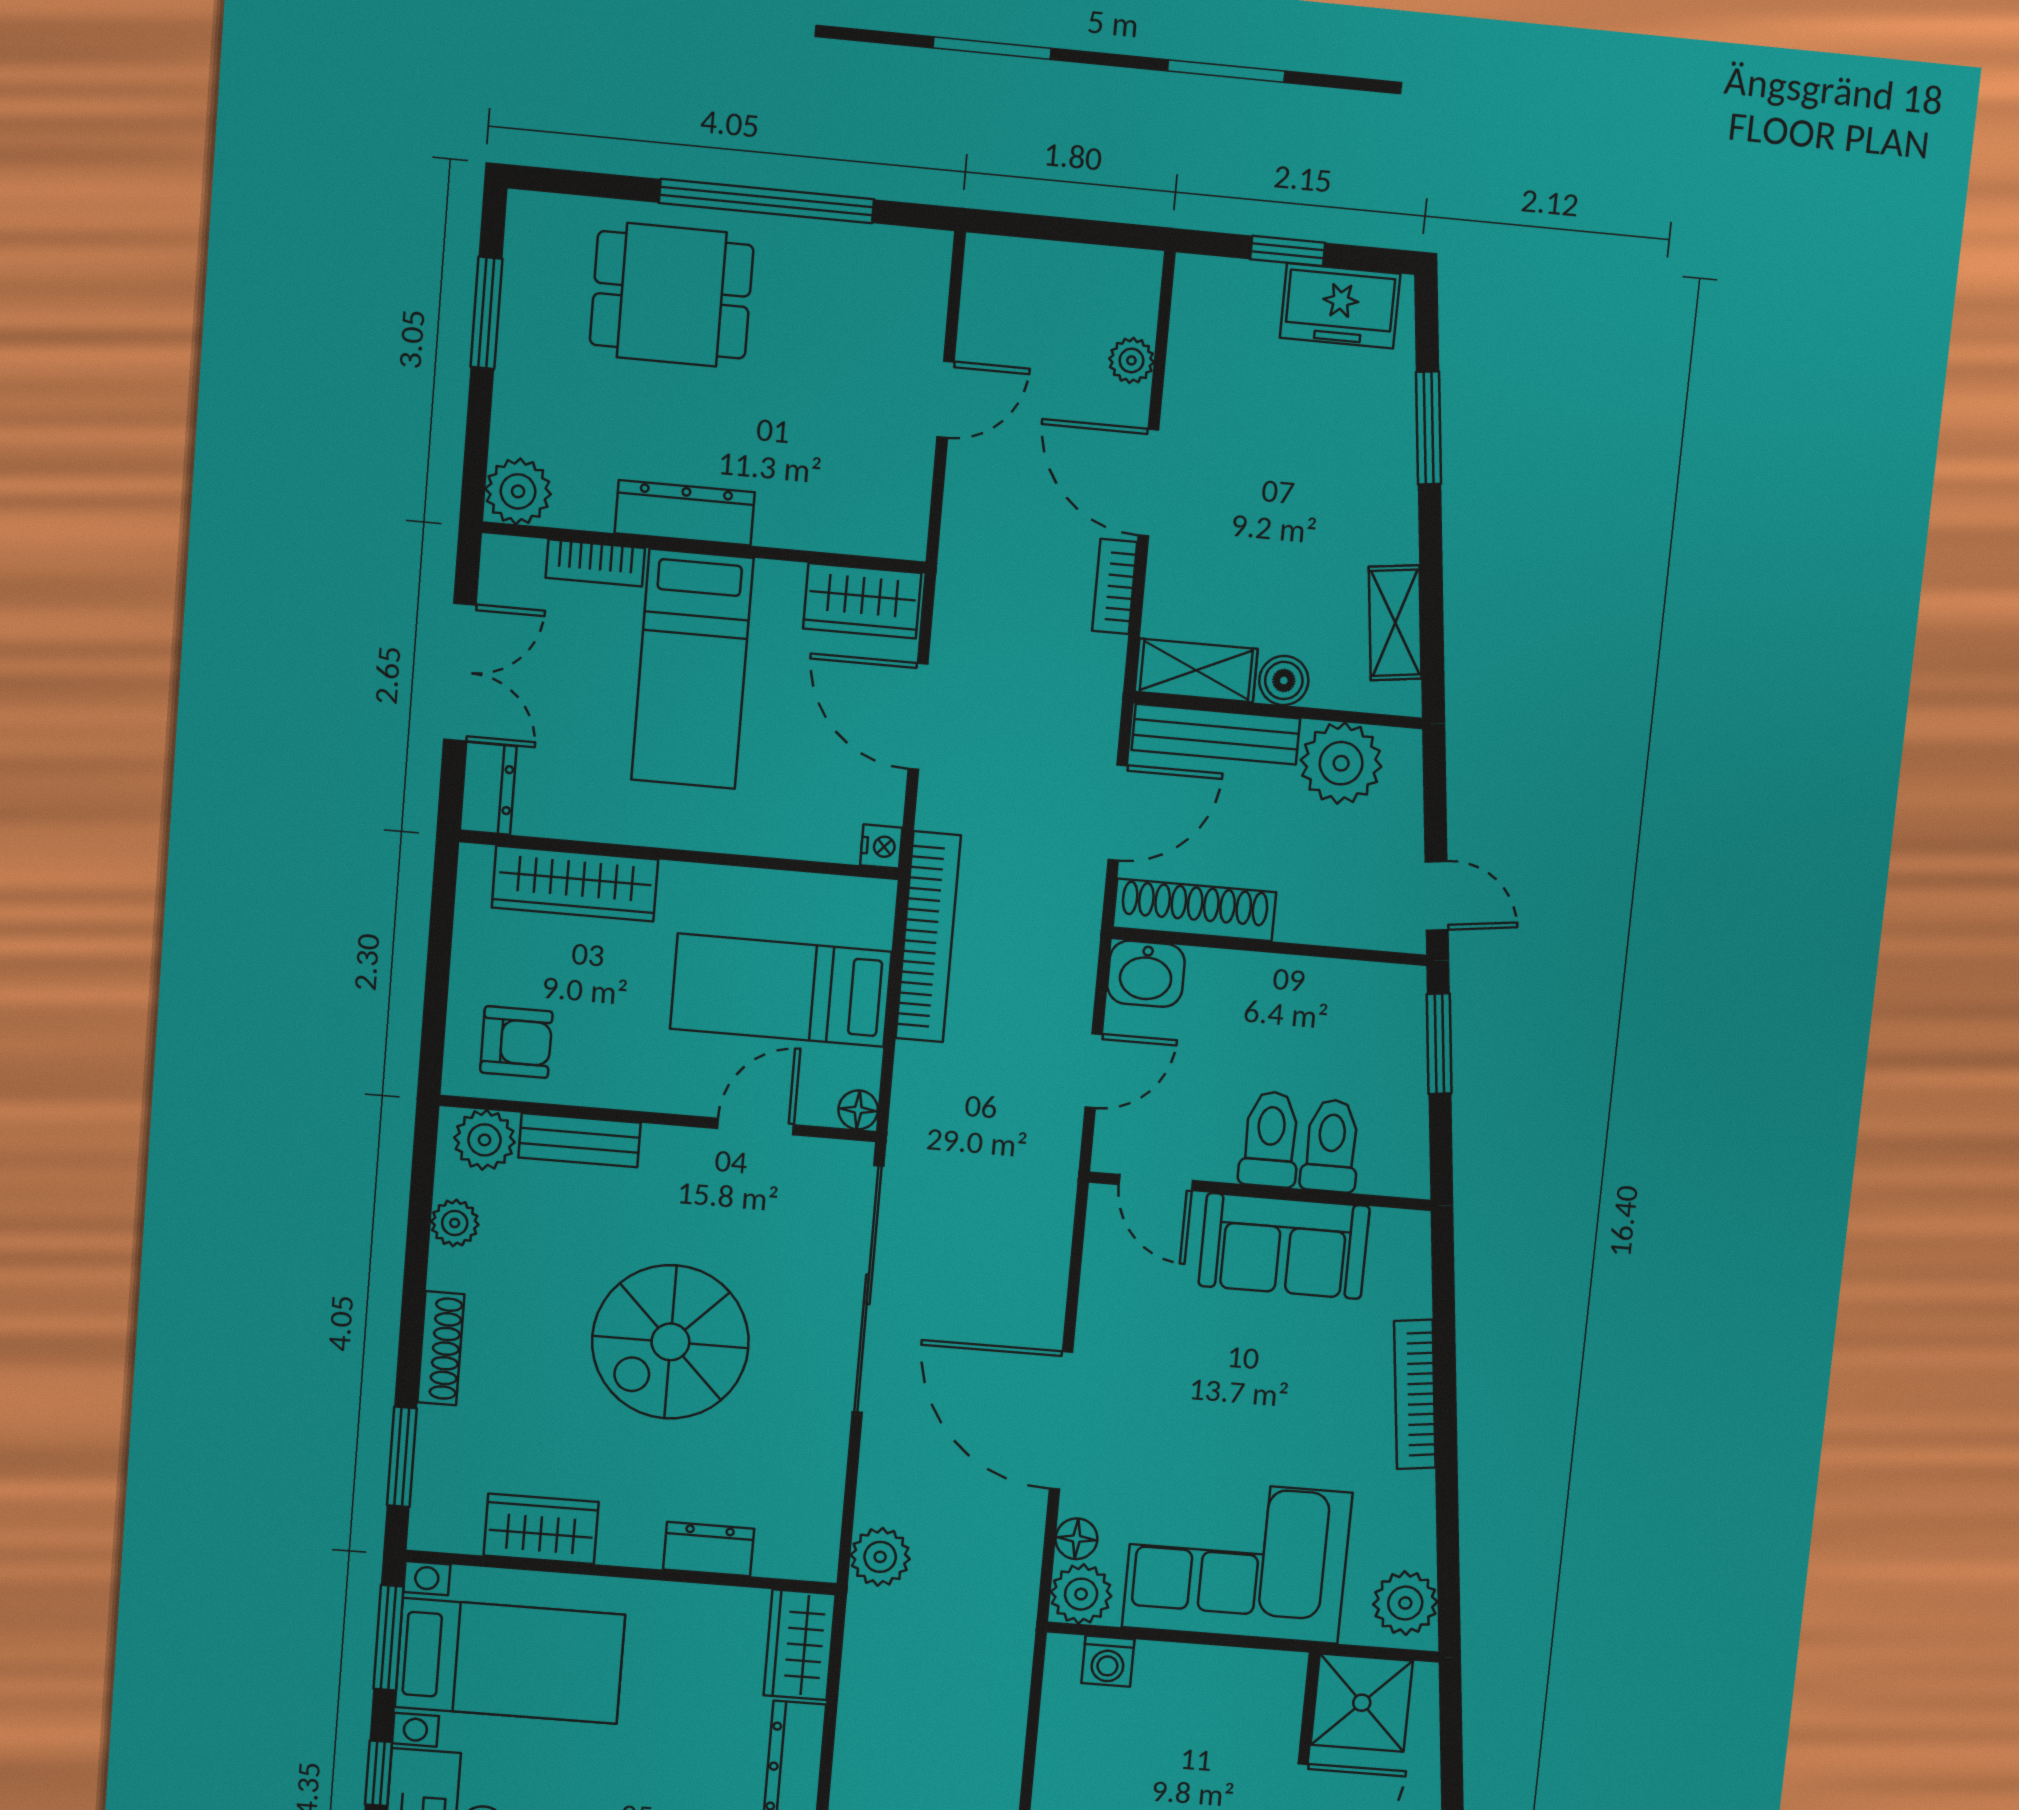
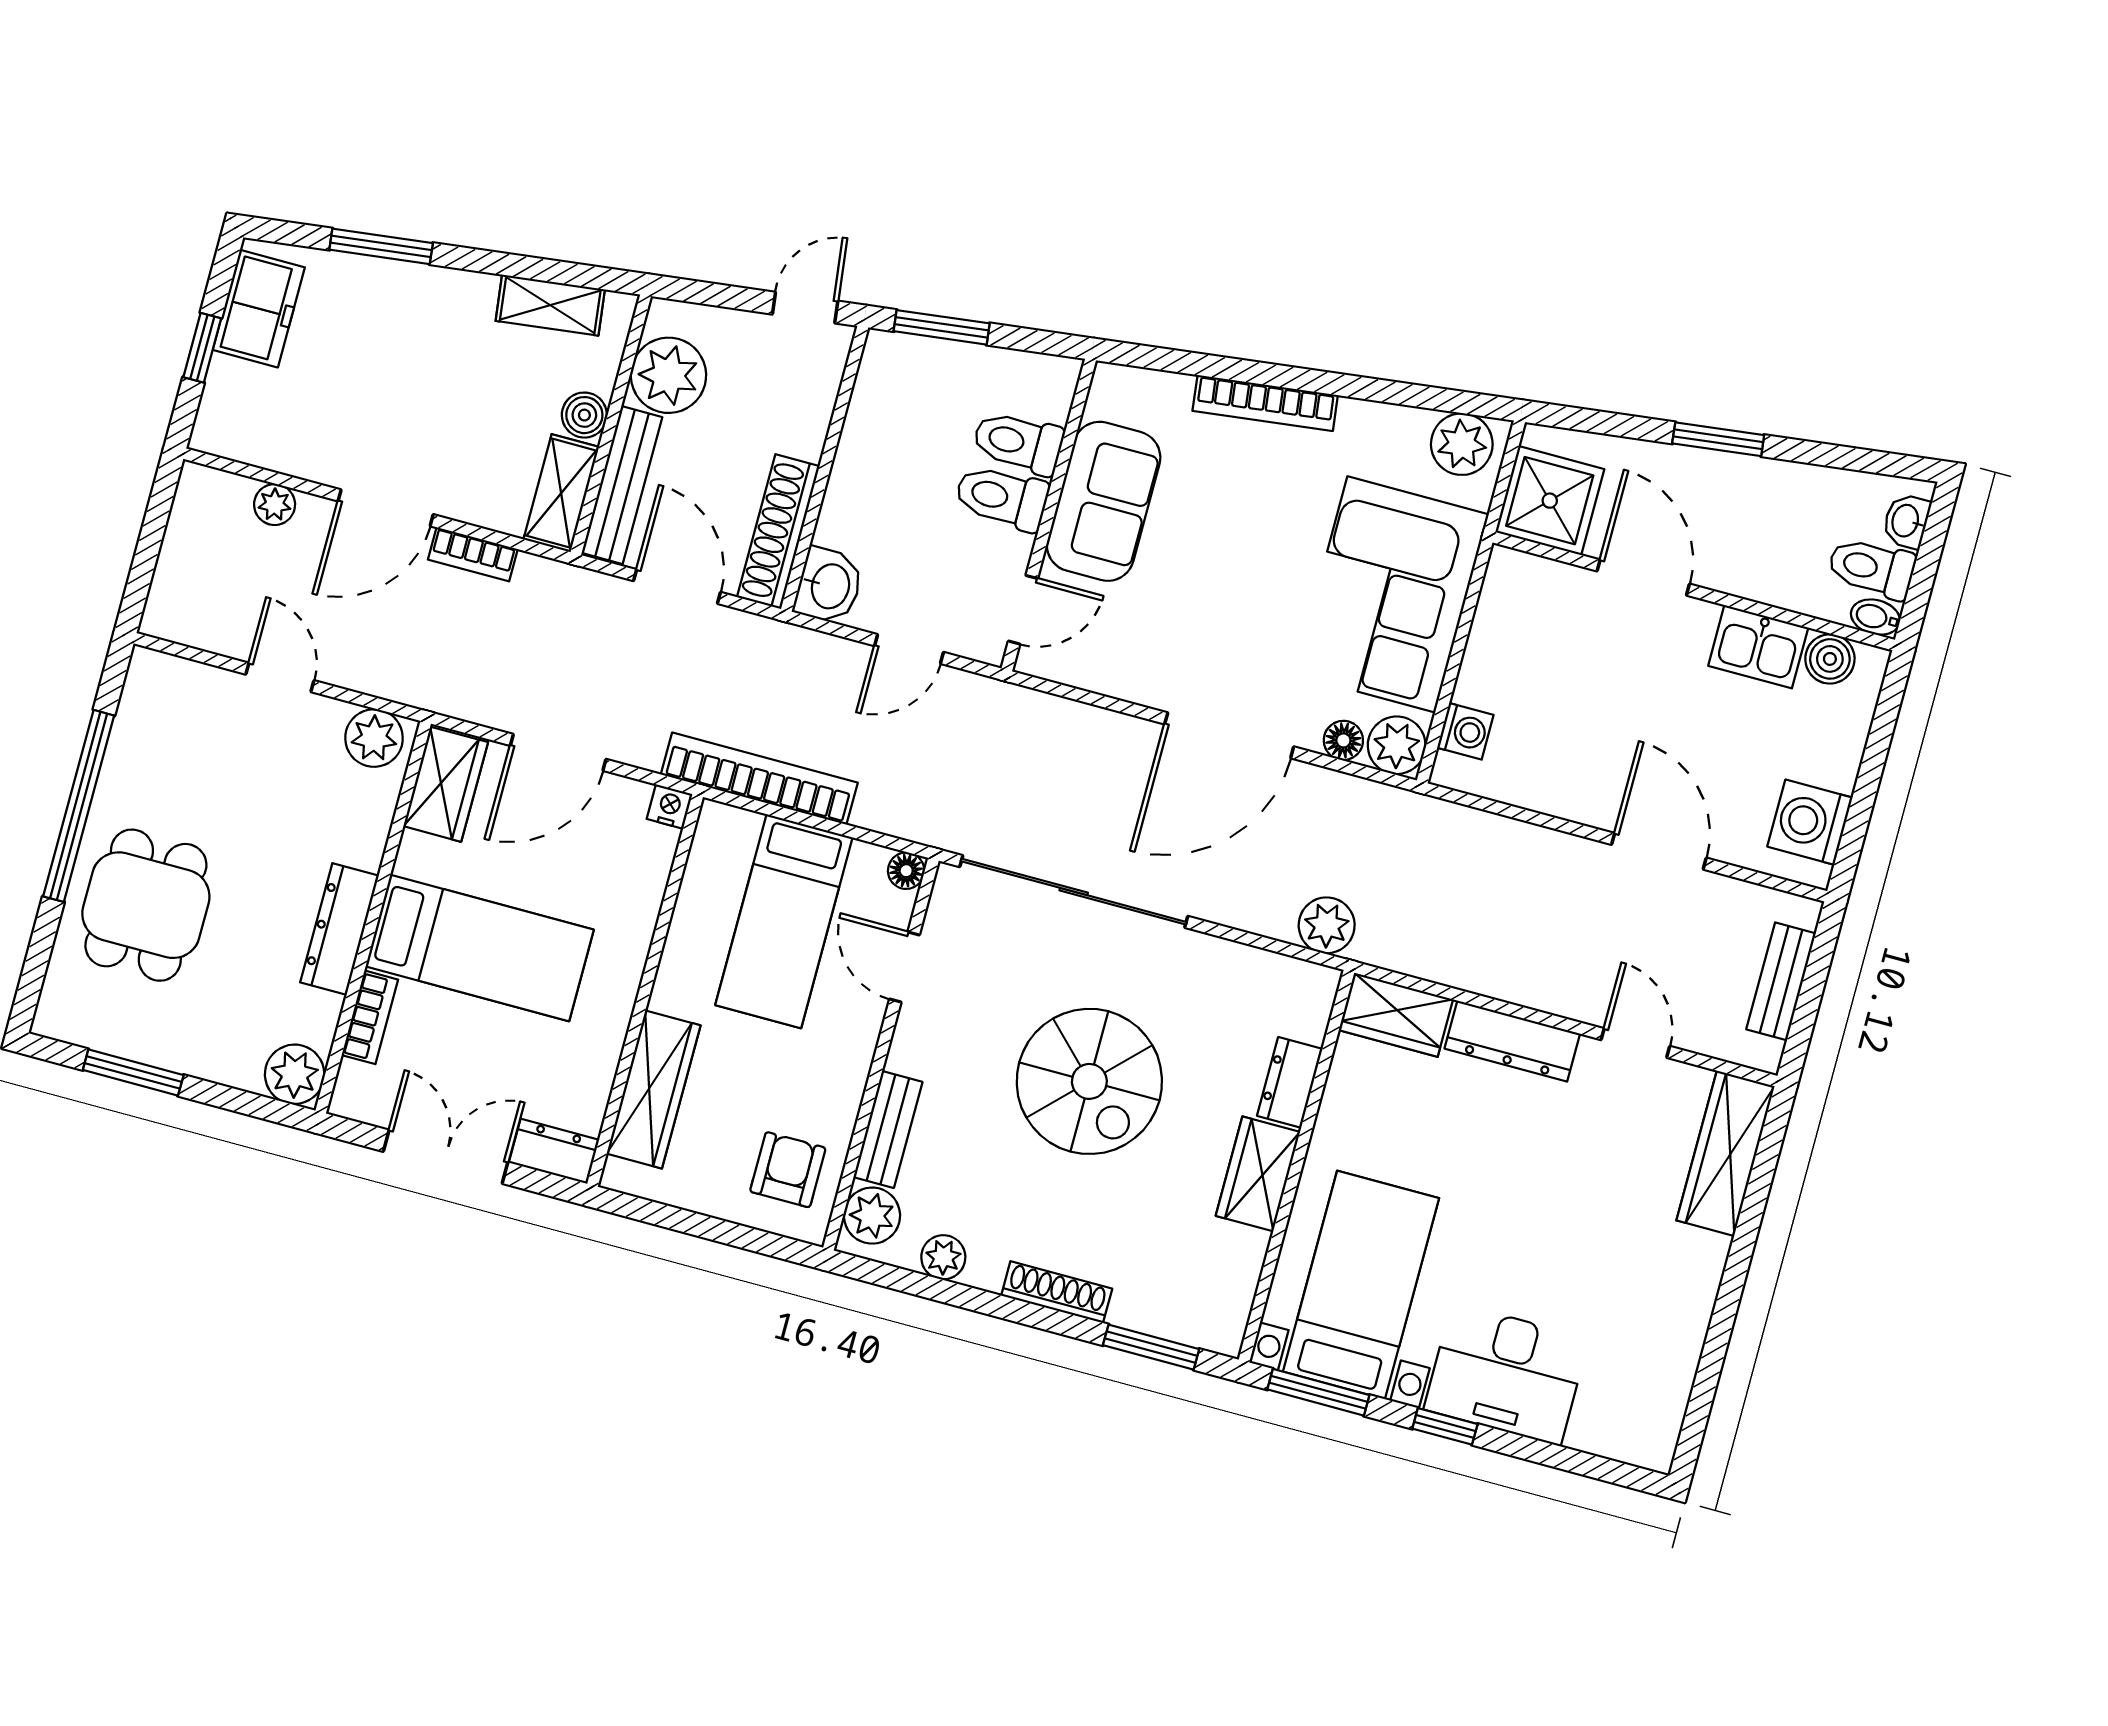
plant: (898, 514) -> (374, 738), added
door: (1094, 1071) -> (909, 649), swing flipped
wardrobe: (541, 1529) -> (1258, 1174), moved

